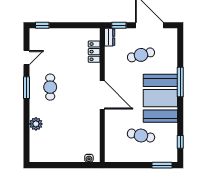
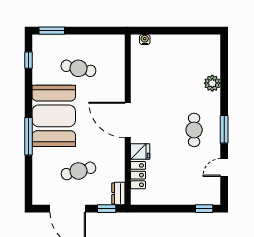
fridge: (93, 70) -> (140, 151), added

